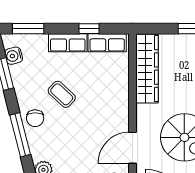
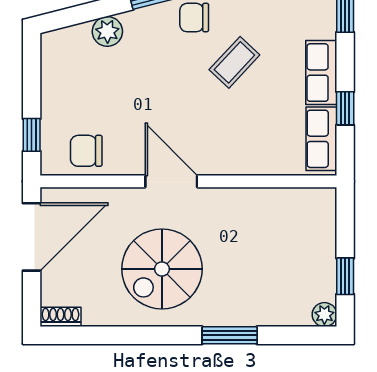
wardrobe: (147, 69) -> (278, 206), removed
door: (132, 148) -> (171, 181), moved

